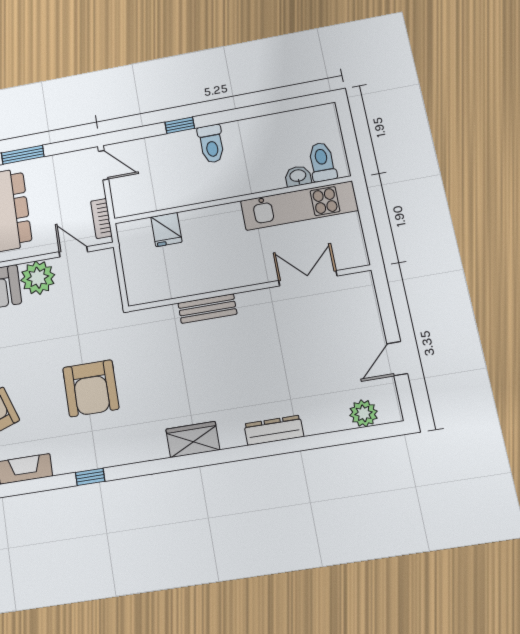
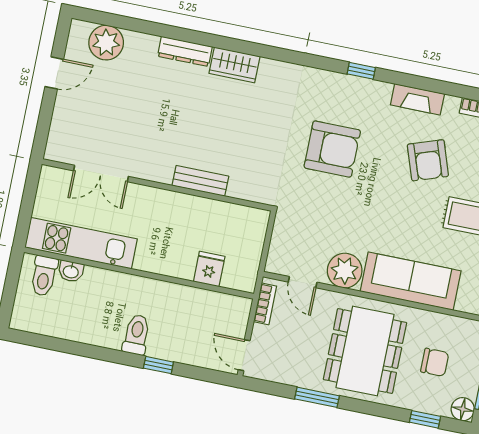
armchair: (91, 388) -> (332, 149), turned 90
plant: (364, 413) -> (106, 43), width x1.36, depth x1.36
wardrobe: (193, 439) -> (235, 65), moved

